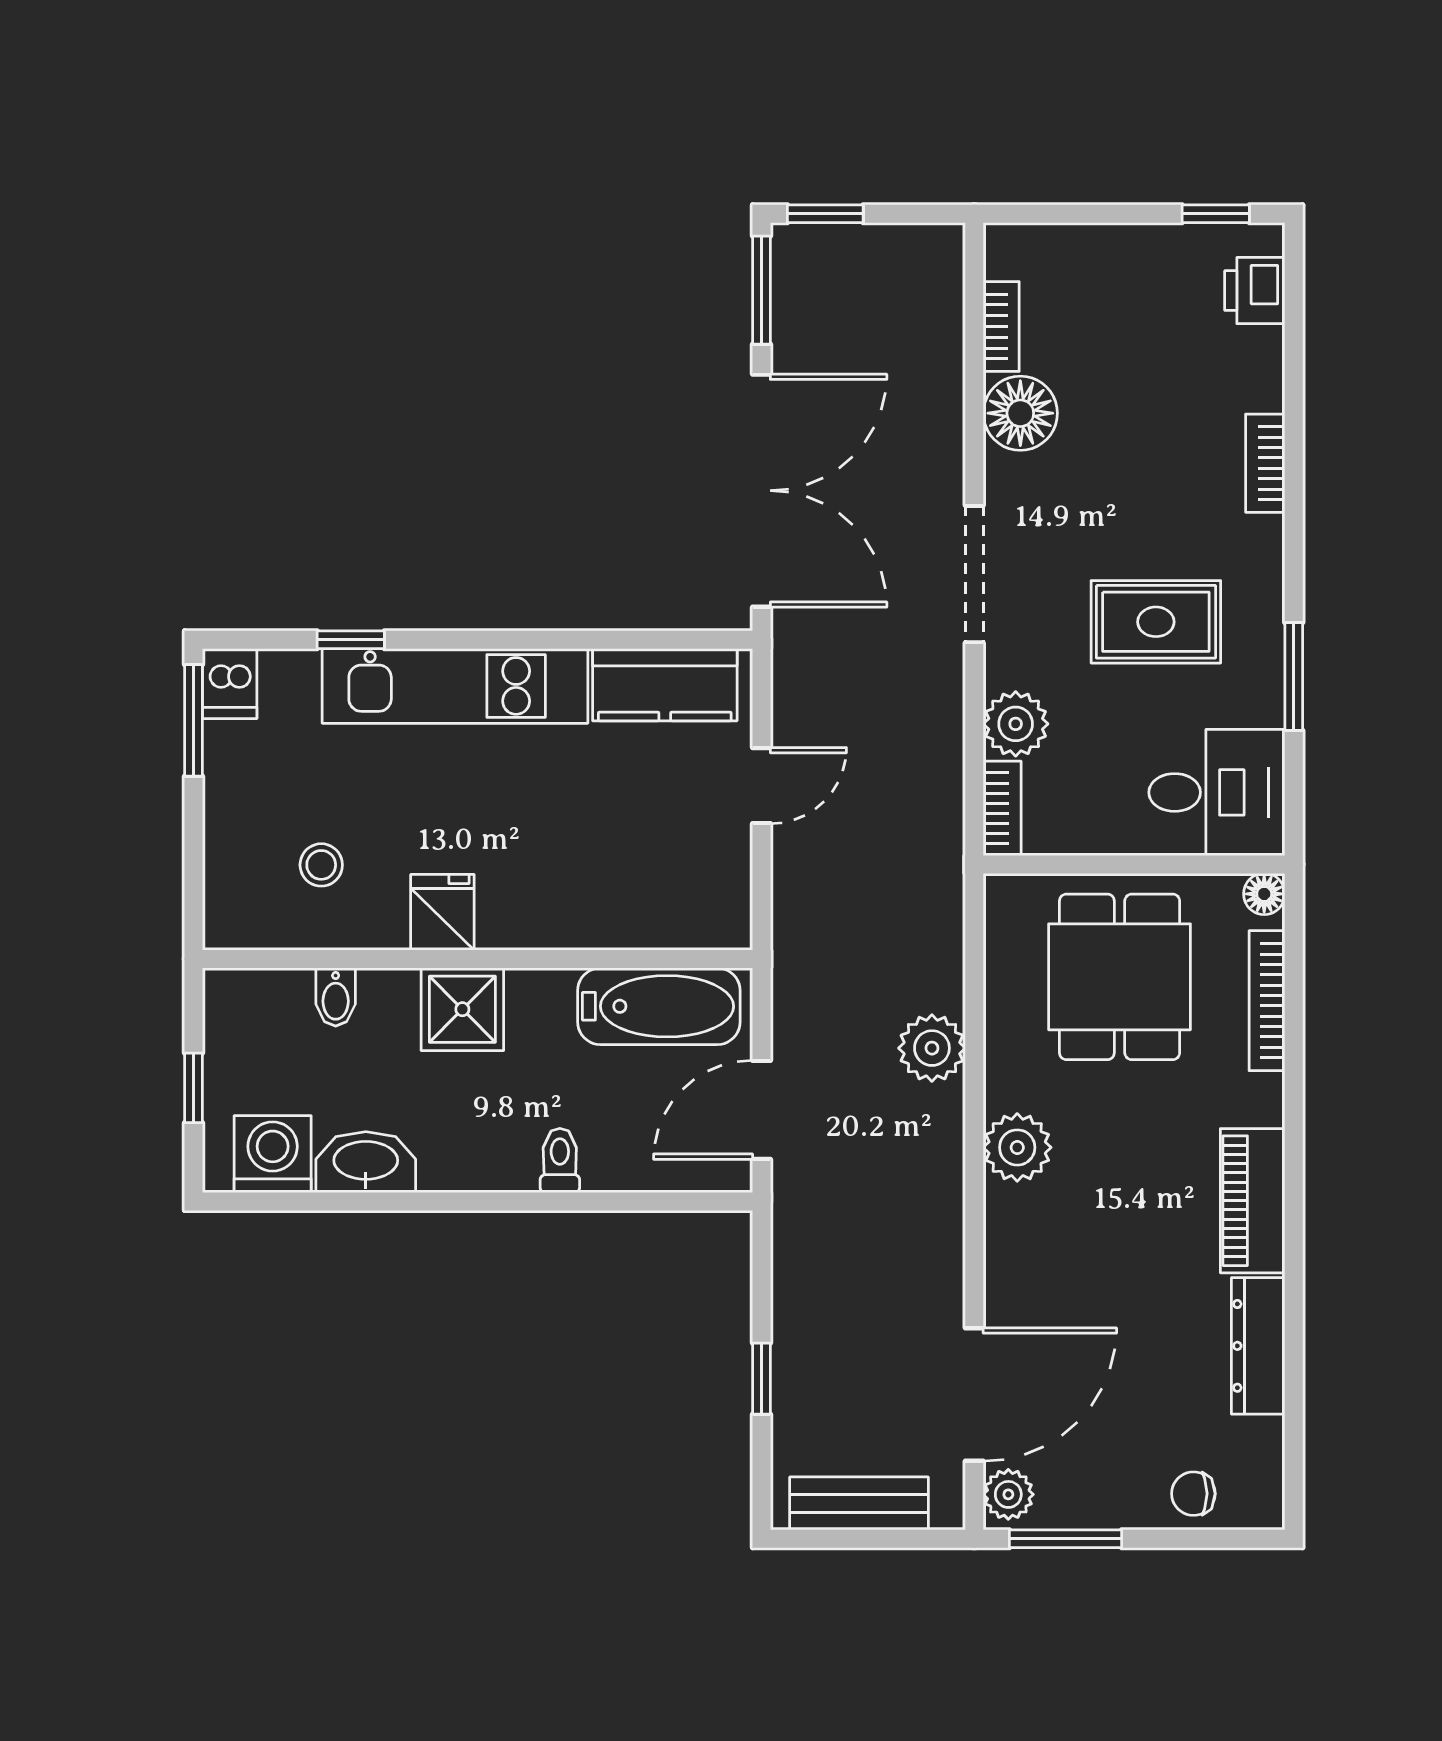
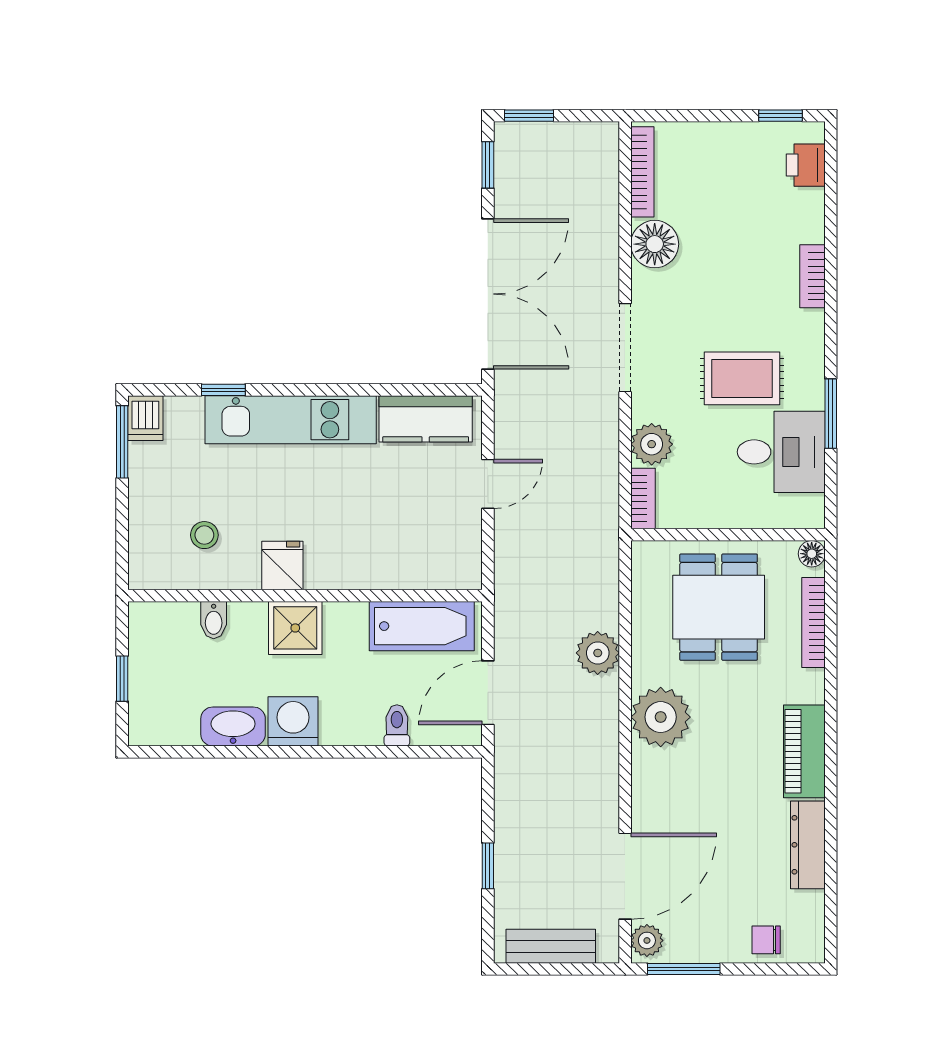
window: (761, 290) -> (488, 165), width x0.67
bookcase: (1001, 326) -> (642, 172), width x1.56
desk: (1217, 792) -> (781, 452), moved
plant: (1017, 1147) -> (661, 717), width x1.36, depth x1.36
washing machine: (273, 1154) -> (293, 721), moved
toilet: (560, 1161) -> (397, 725), moved

